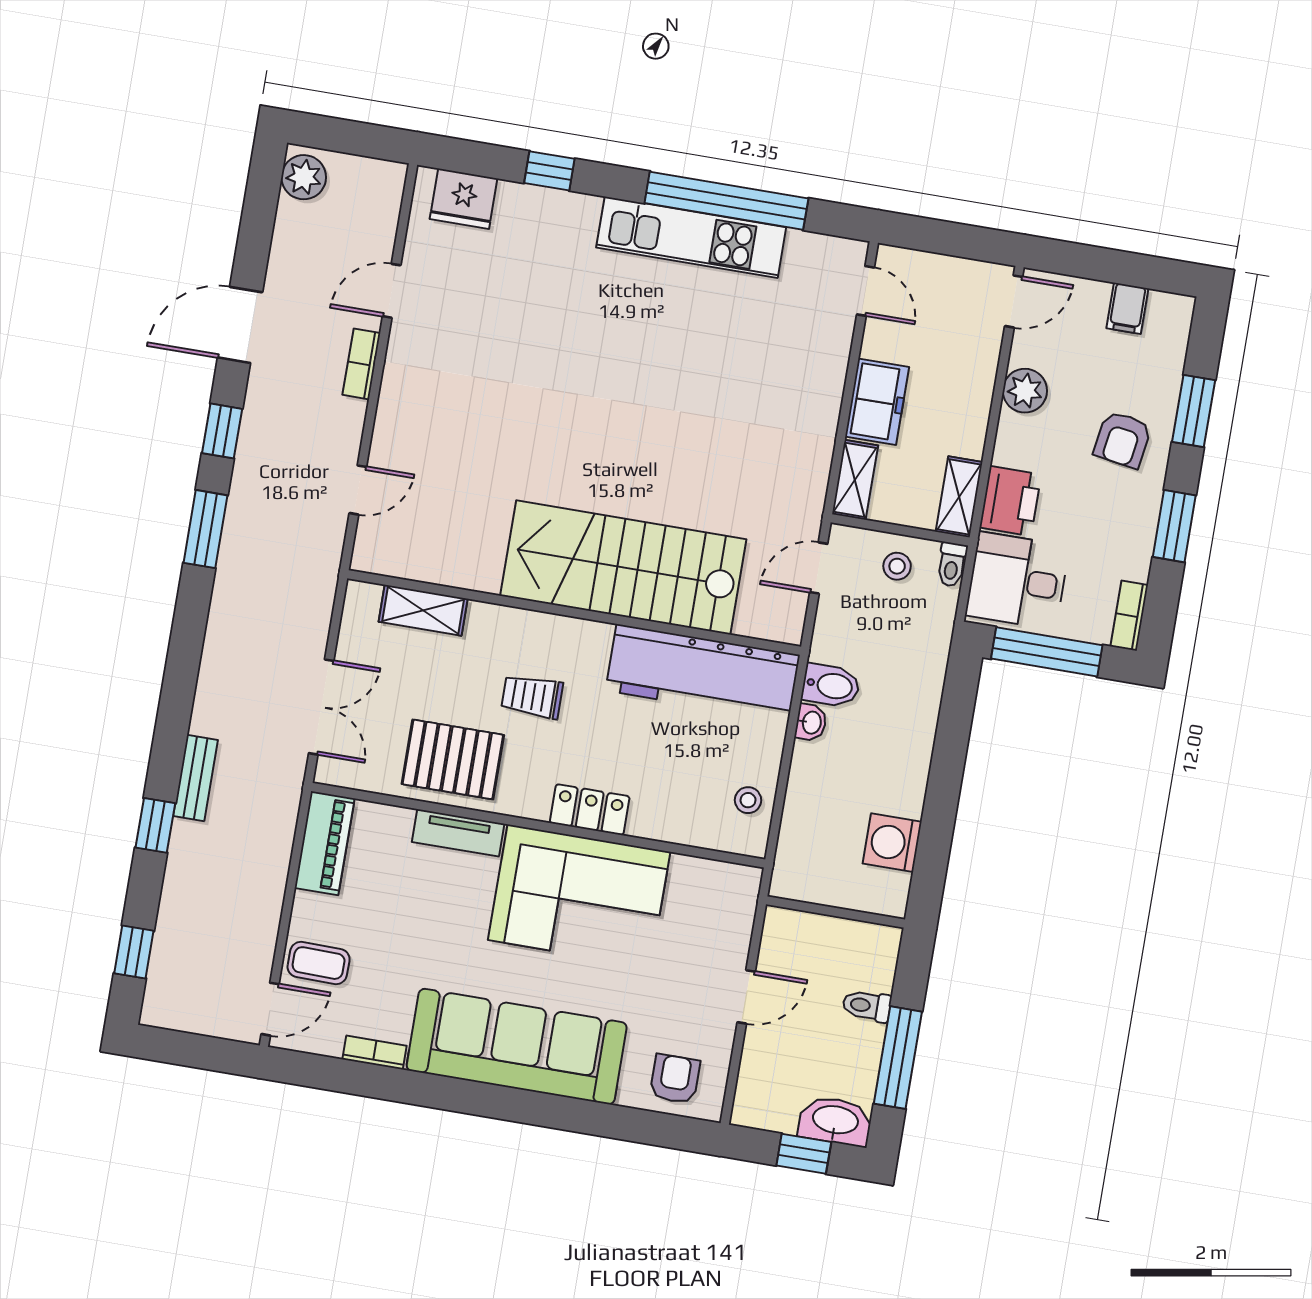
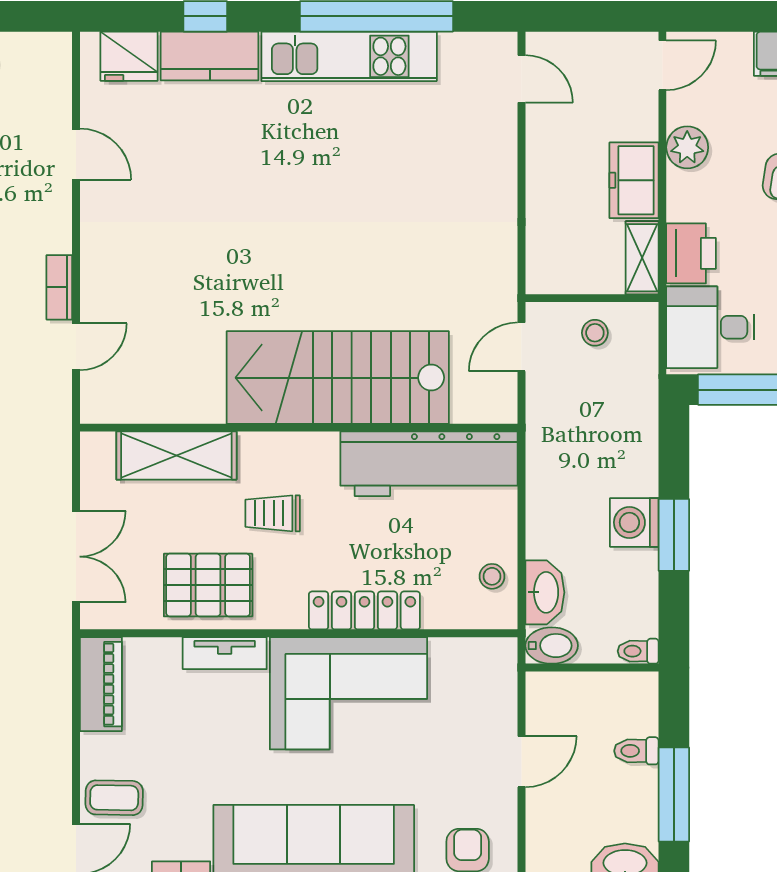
kitchen counter: (547, 213) -> (210, 56), added
door: (392, 291) -> (76, 154), swing flipped
bookcase: (361, 364) -> (59, 287), moved
freezer: (877, 402) -> (634, 180), moved, turned 180
shelving: (855, 480) -> (542, 258), removed
toilet: (952, 564) -> (638, 651), moved, turned 90
shelving: (423, 610) -> (176, 455), width x1.50, depth x1.33
bidet: (831, 685) -> (552, 646), moved
washbasin: (811, 723) -> (545, 592), moved, width x1.91, depth x1.45
window: (943, 789) -> (674, 535), added
locker: (590, 810) -> (364, 610), width x1.53
washing machine: (892, 843) -> (634, 522), moved

